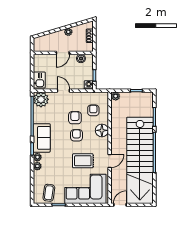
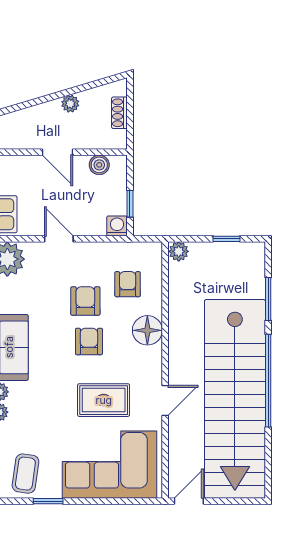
door: (63, 53) -> (57, 152), hinge flipped

